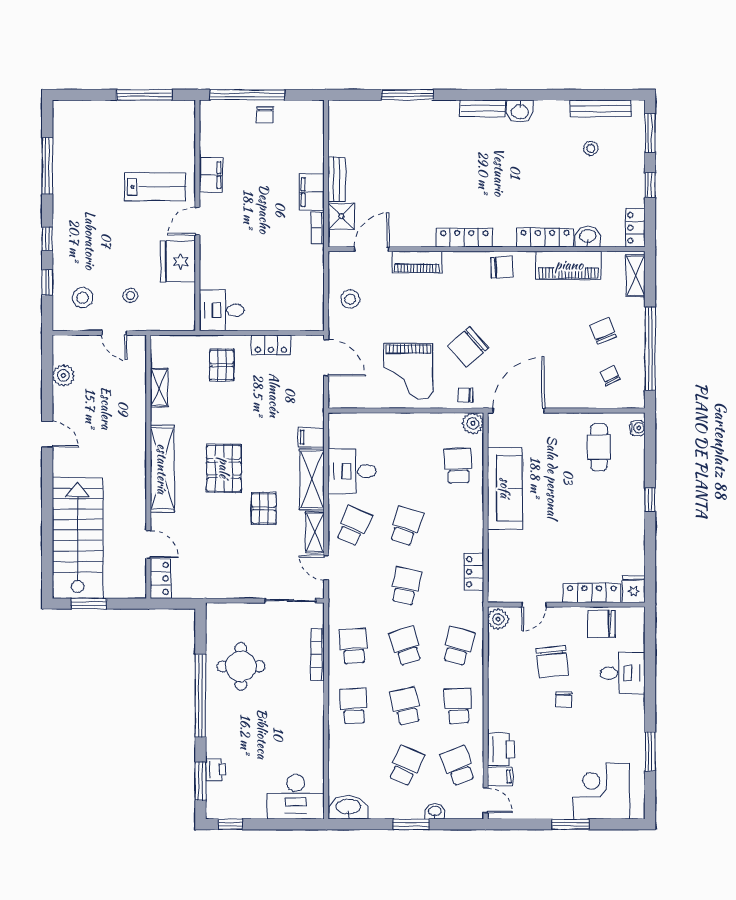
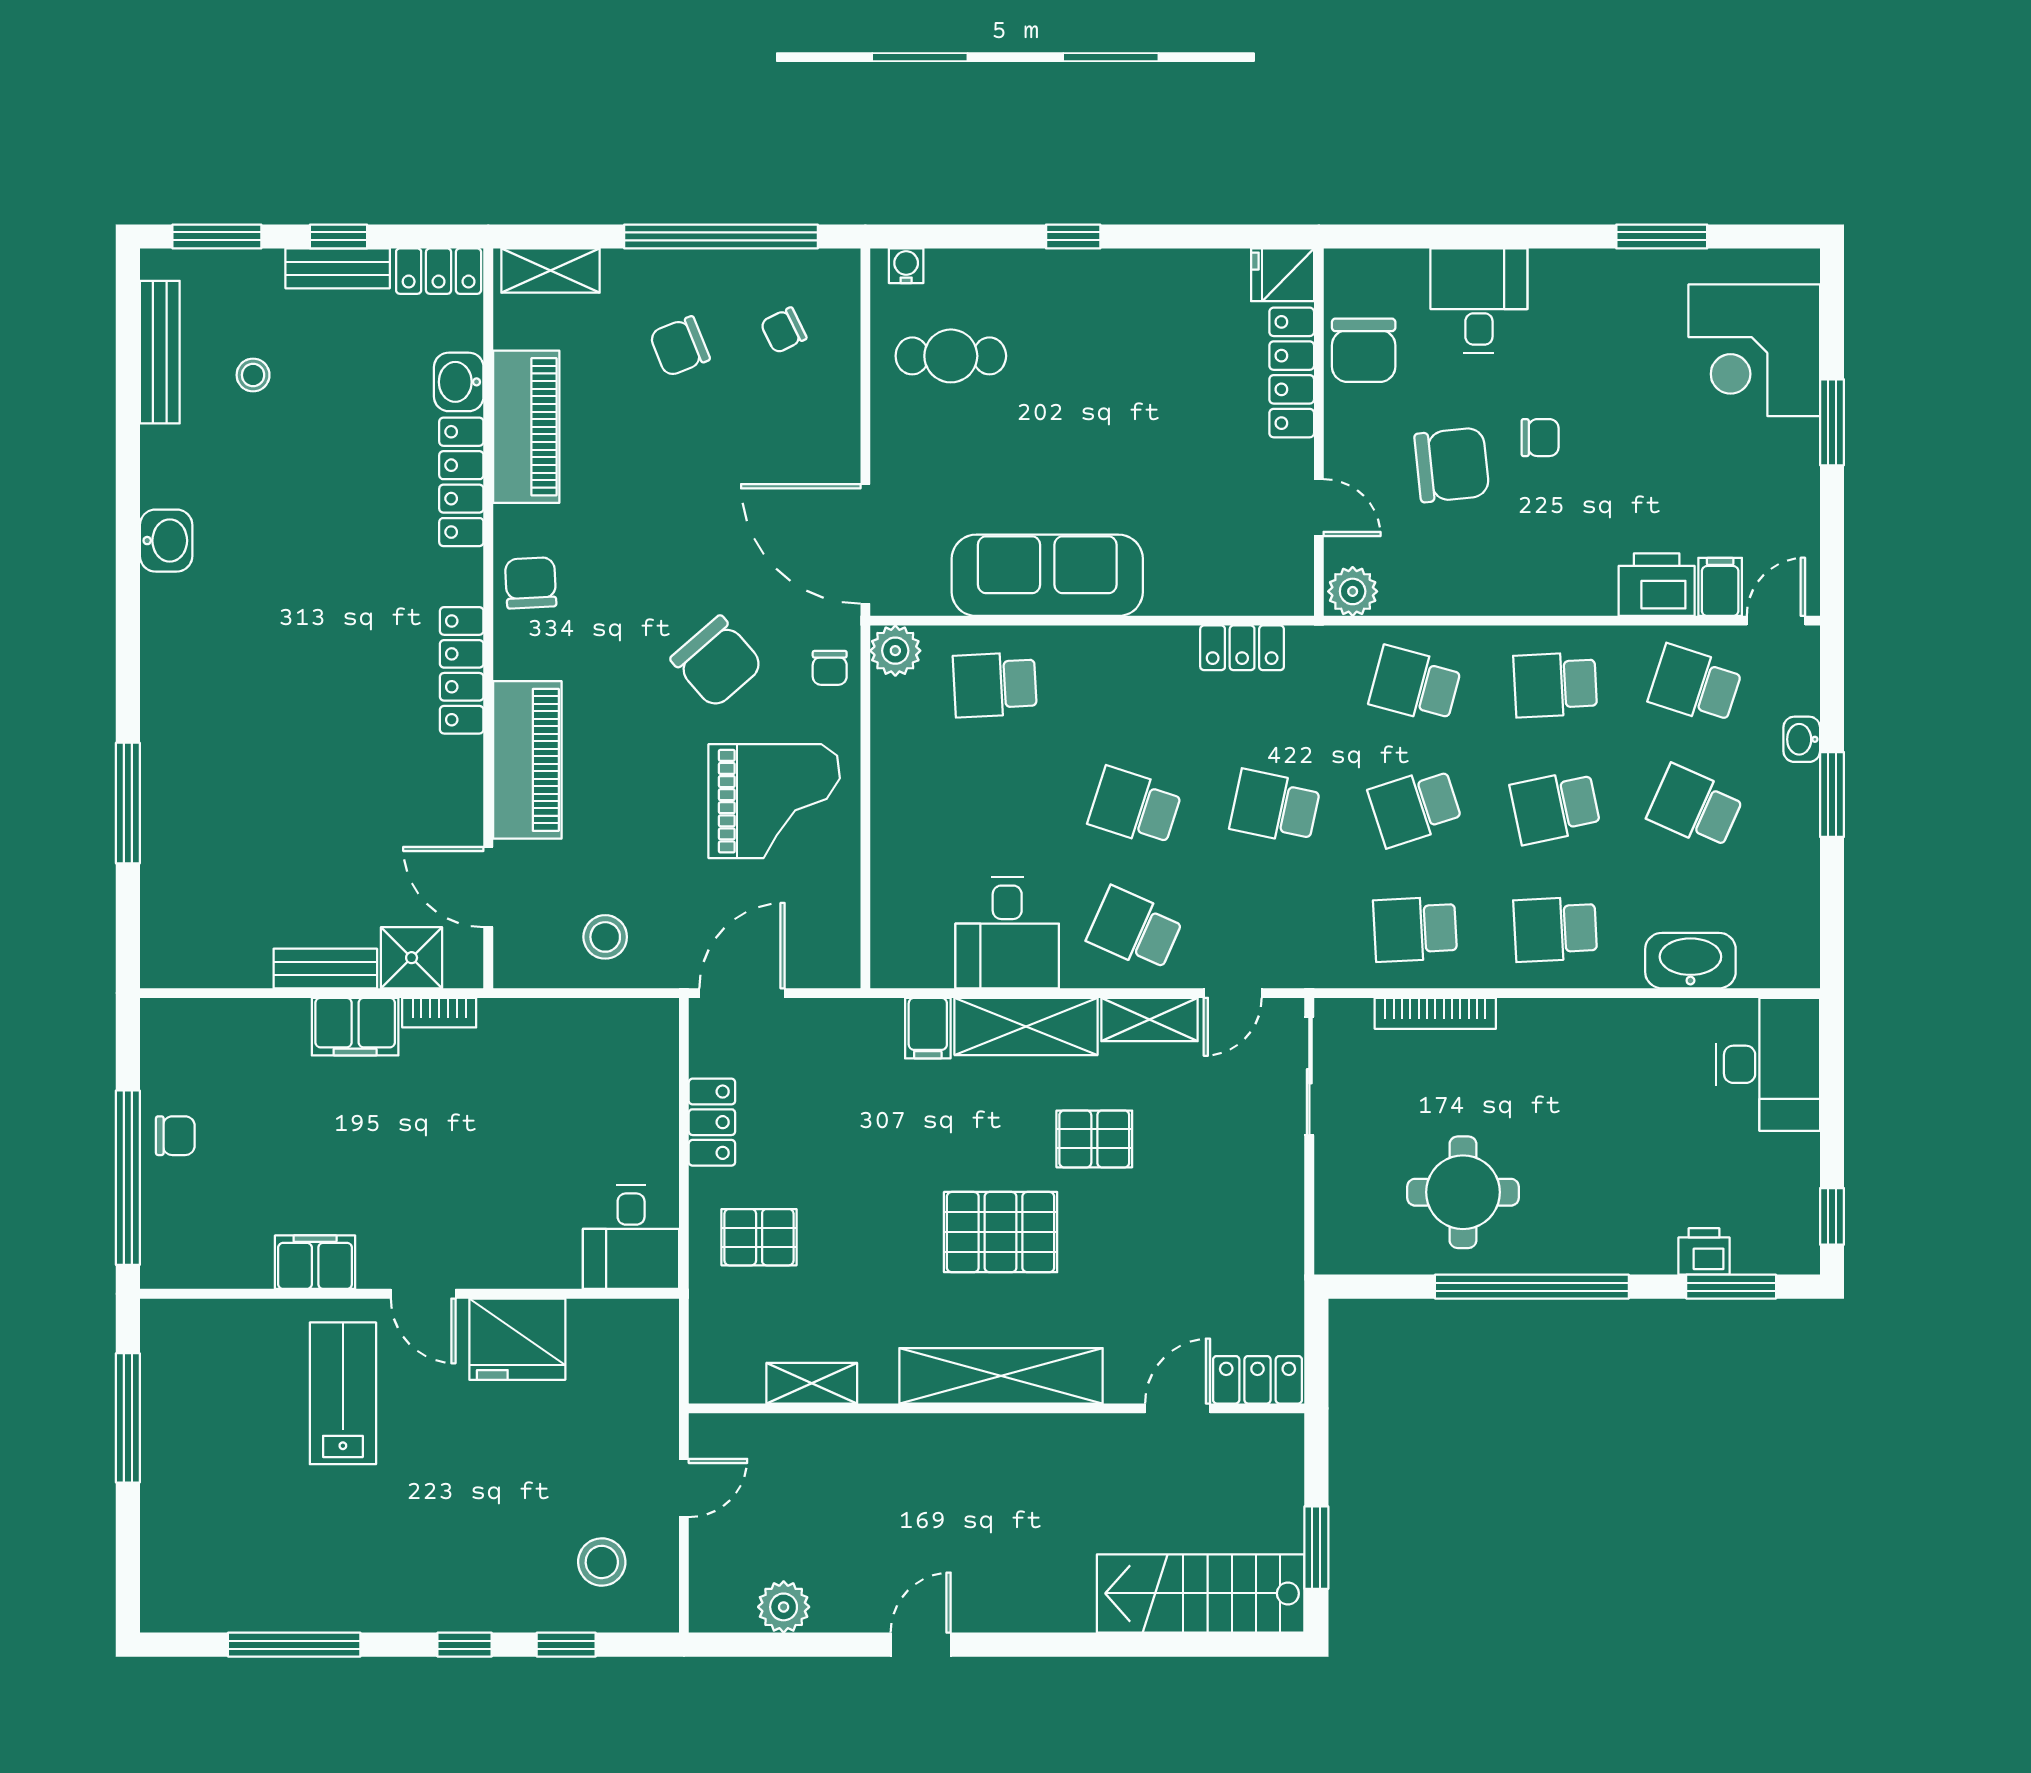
bench: (483, 108) -> (338, 268), moved, turned 90
piano: (417, 262) -> (527, 760), width x1.37, depth x1.33
stool: (130, 295) -> (596, 1450), removed
stairs: (78, 538) -> (1201, 1593), width x0.73, depth x0.66
school desk: (458, 766) -> (1695, 685), turned 39
washbasin: (348, 807) -> (1690, 961), moved, turned 90

